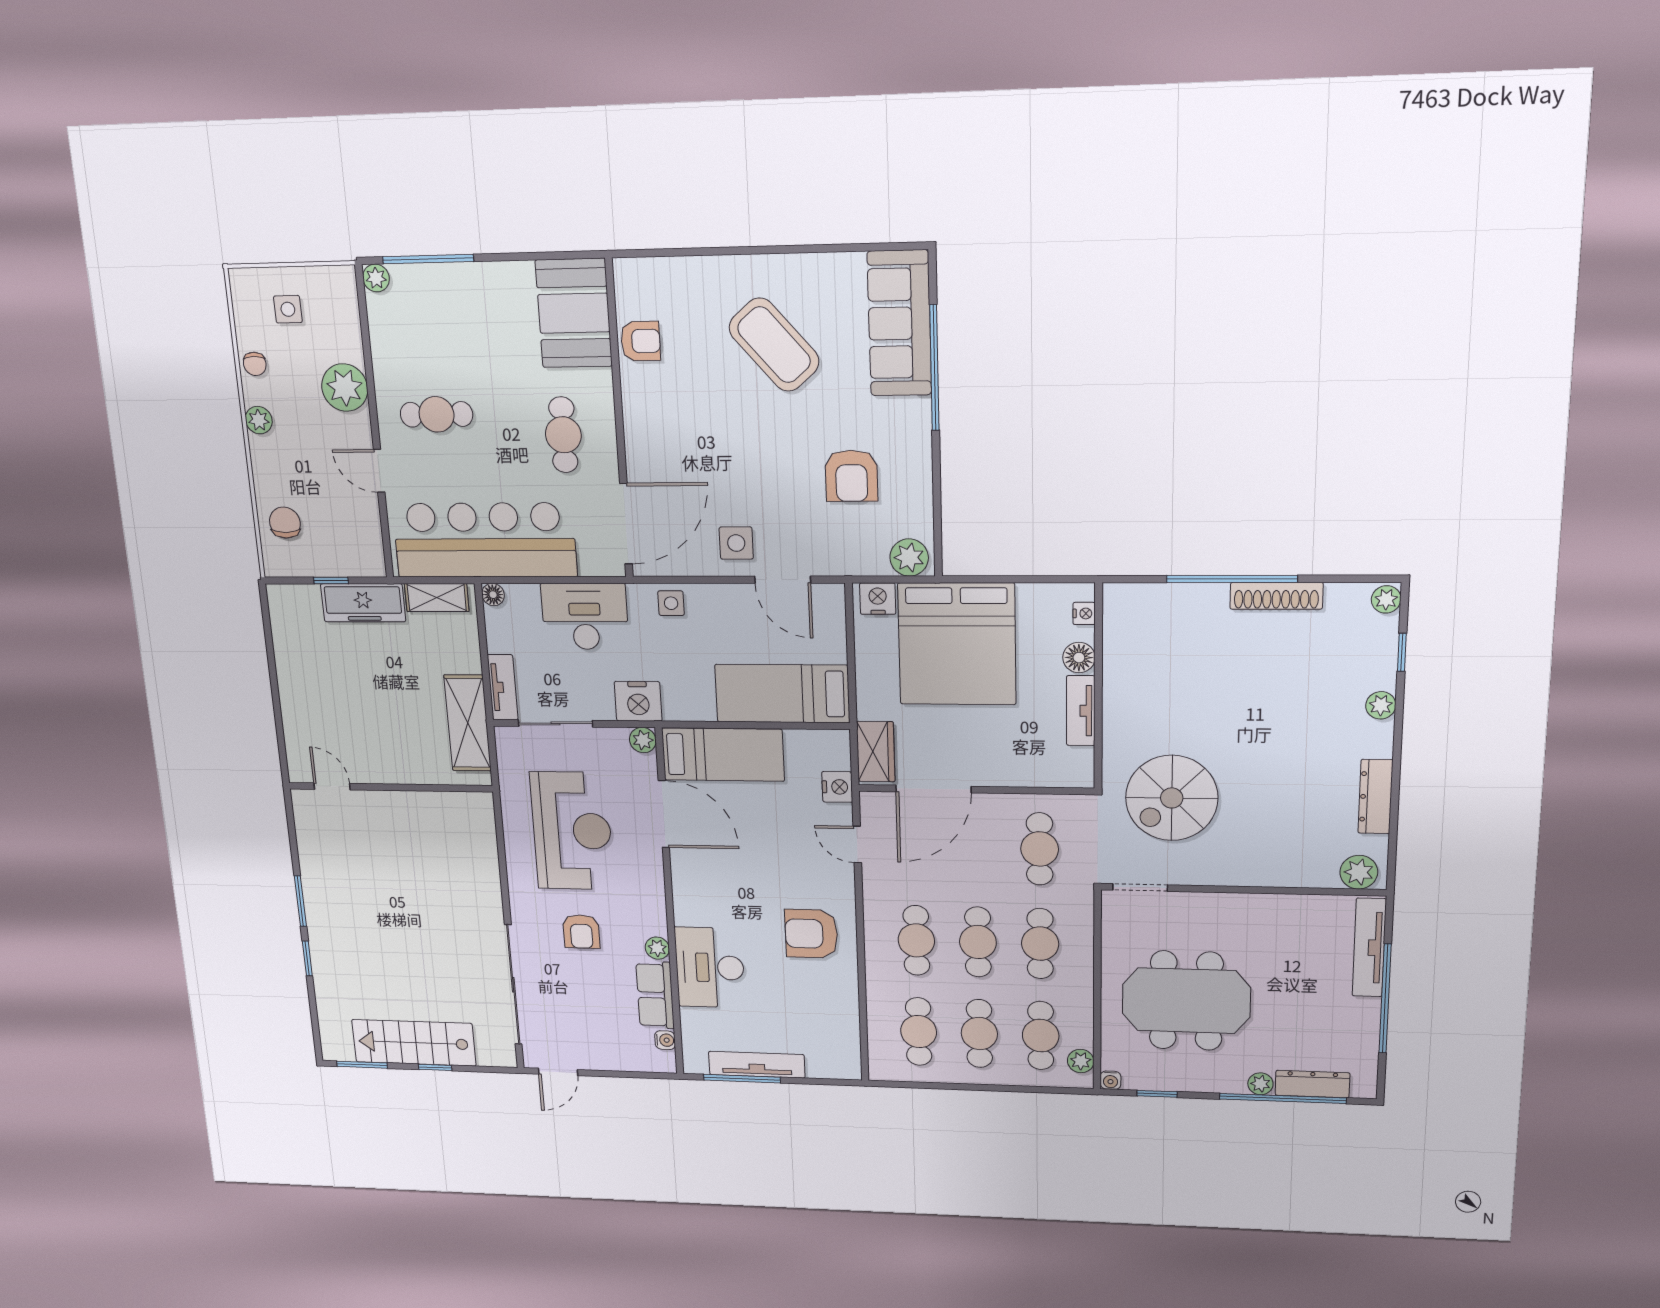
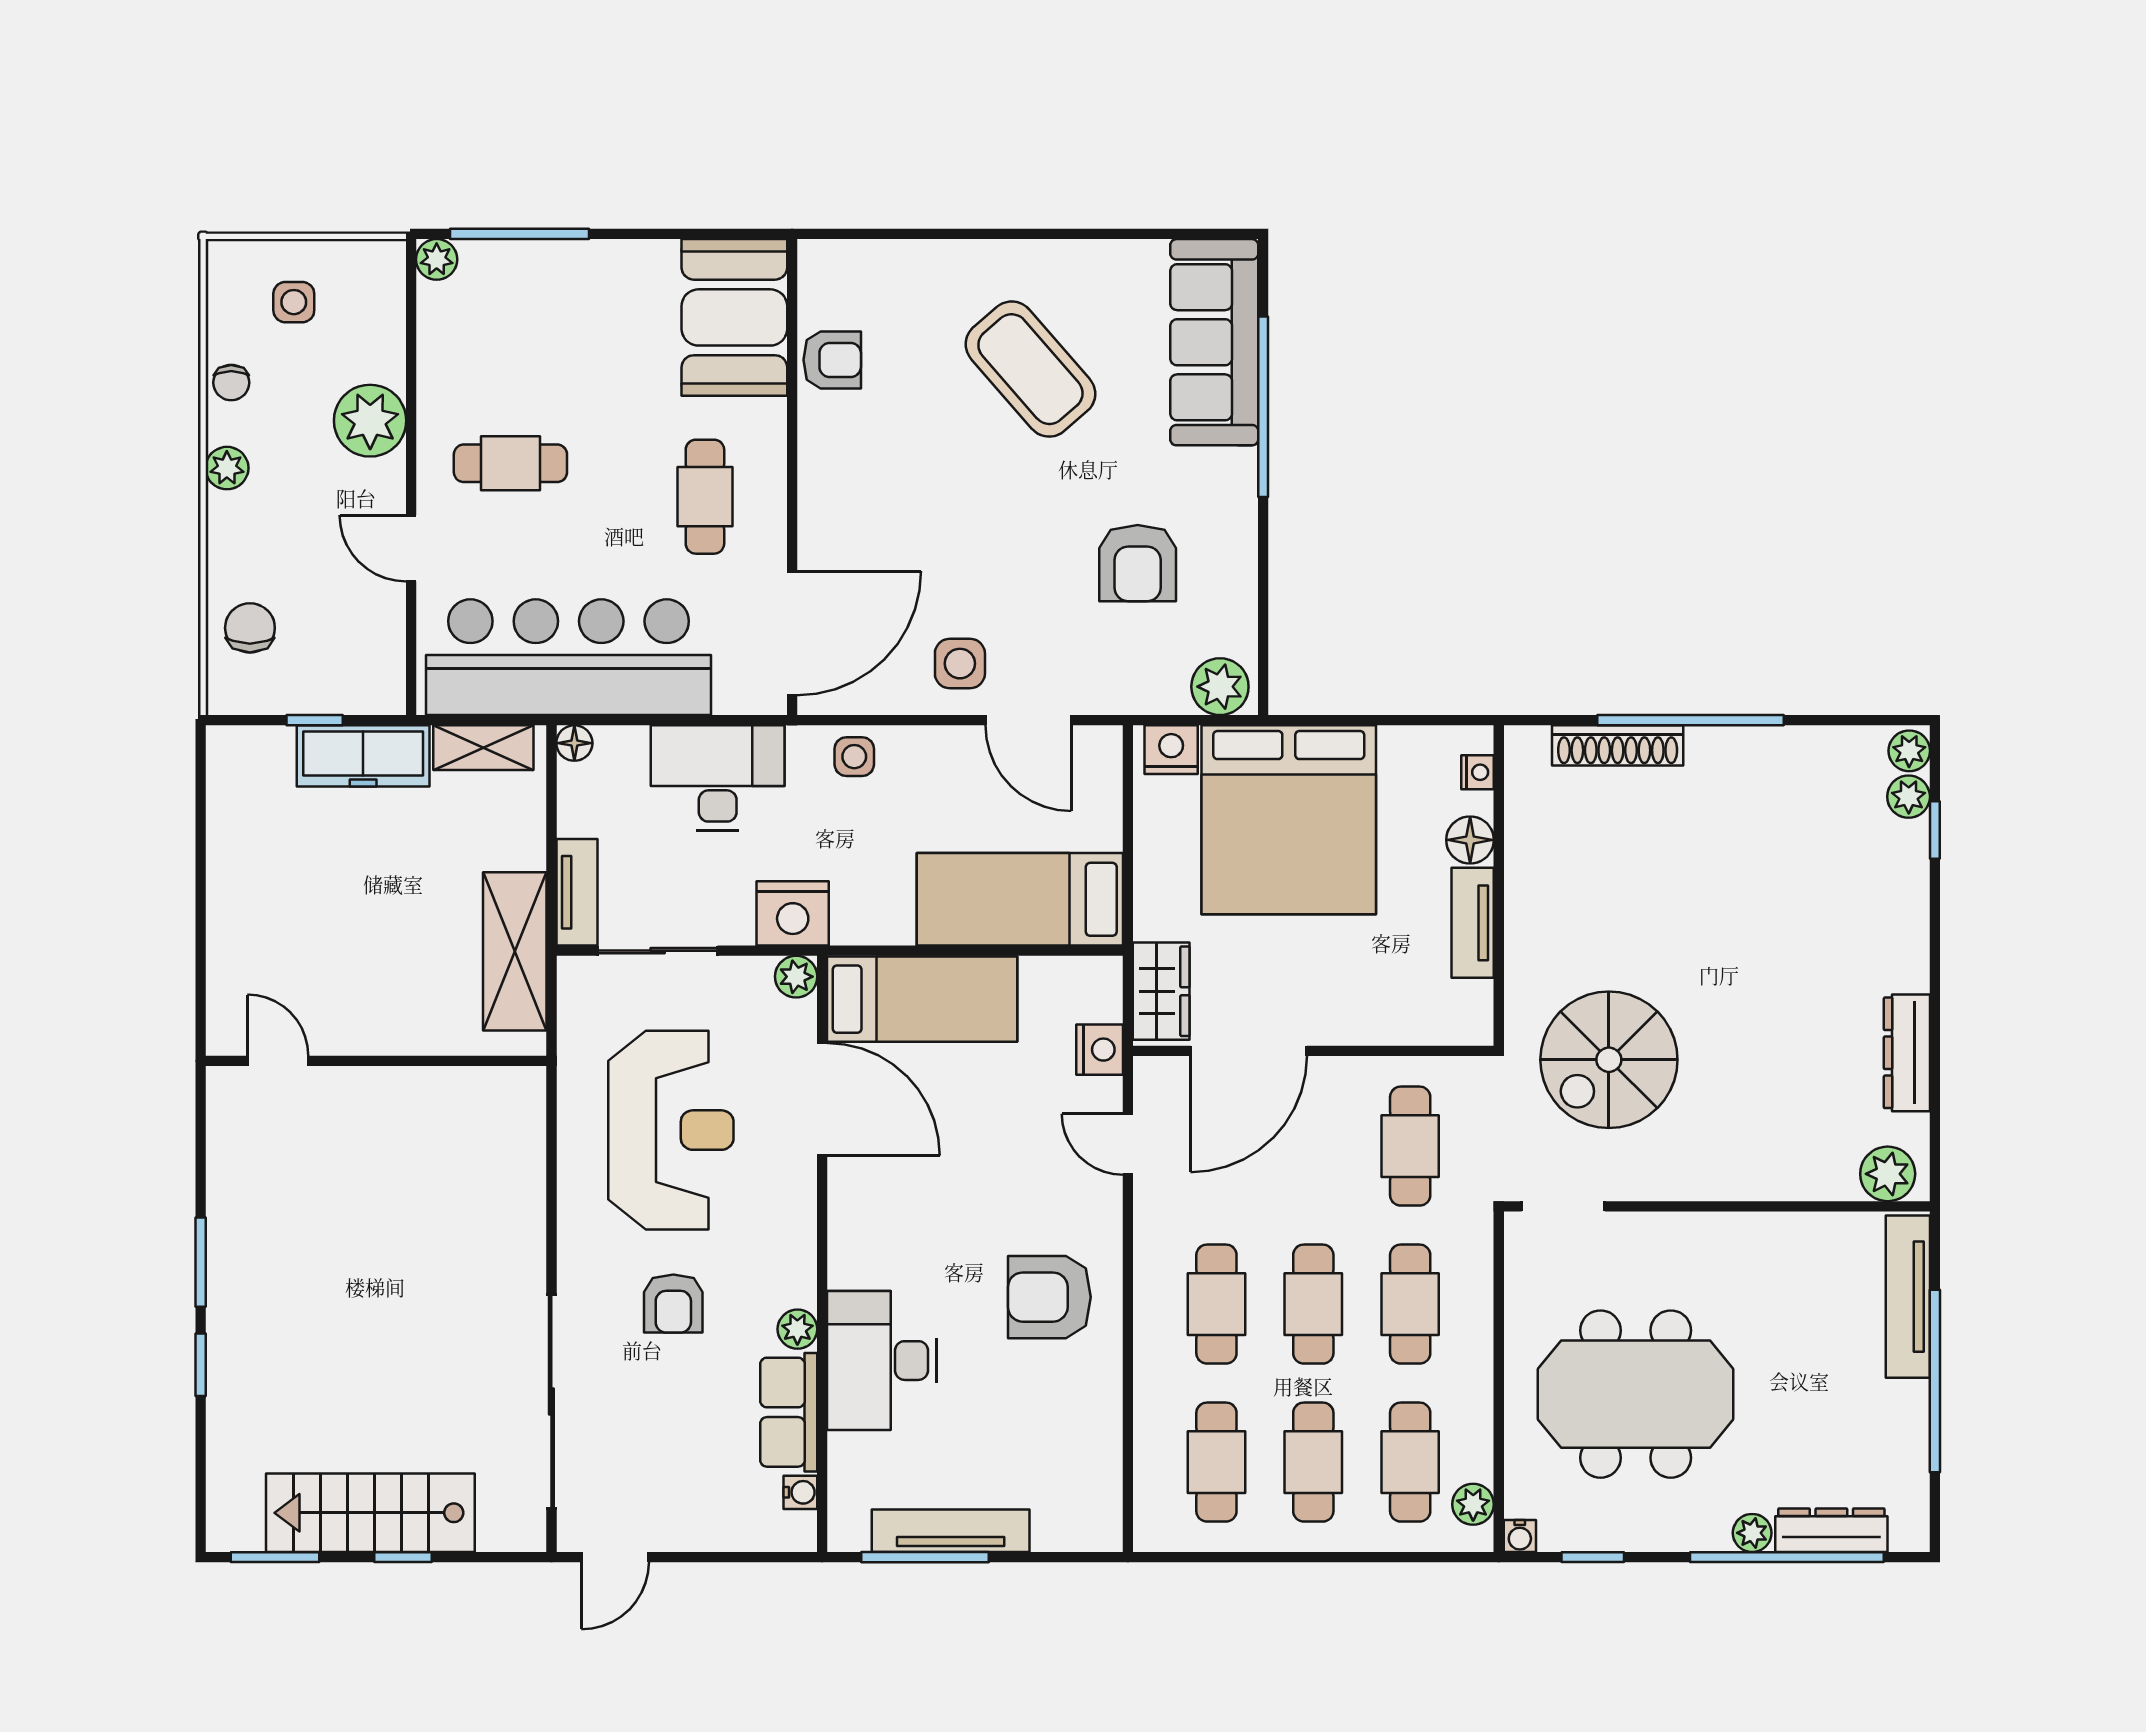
shoe rack: (1276, 596) -> (1618, 745), moved
plant: (1381, 705) -> (1909, 797), moved

